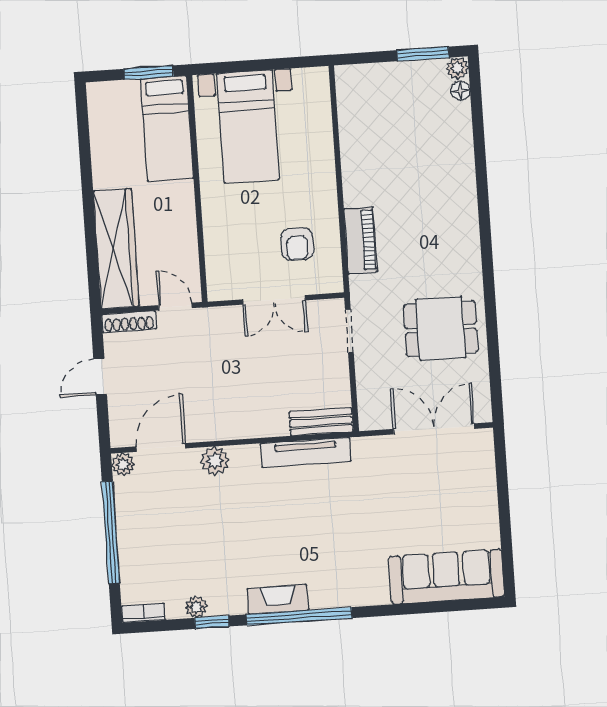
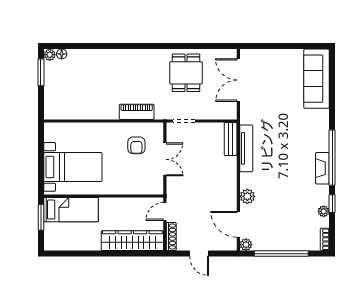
armchair: (297, 244) -> (136, 145), turned 90

